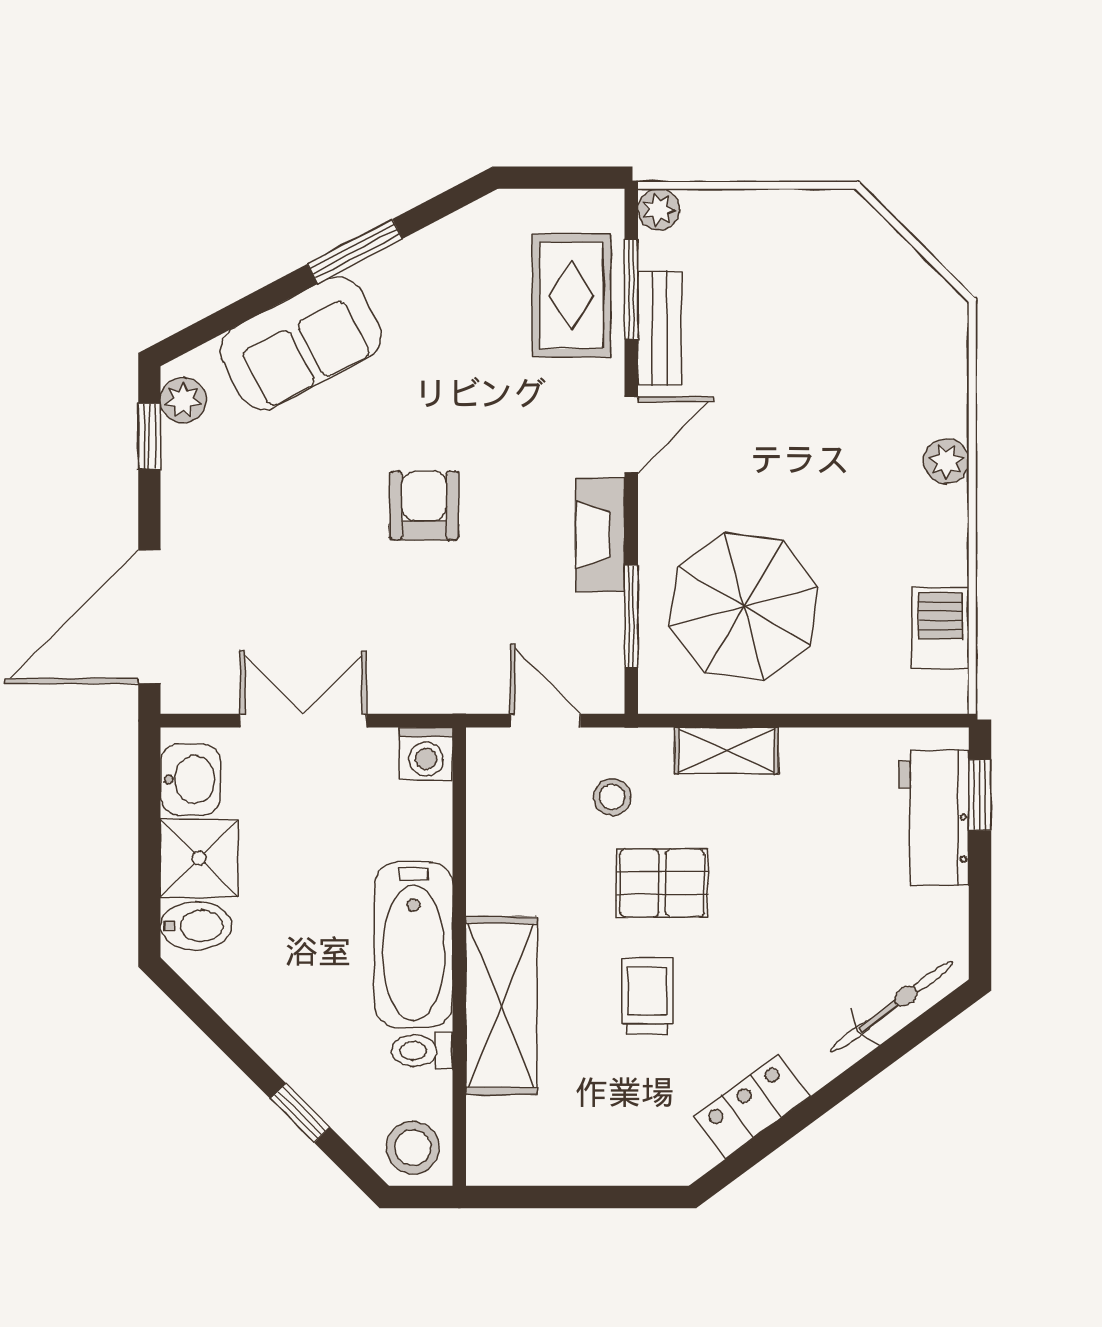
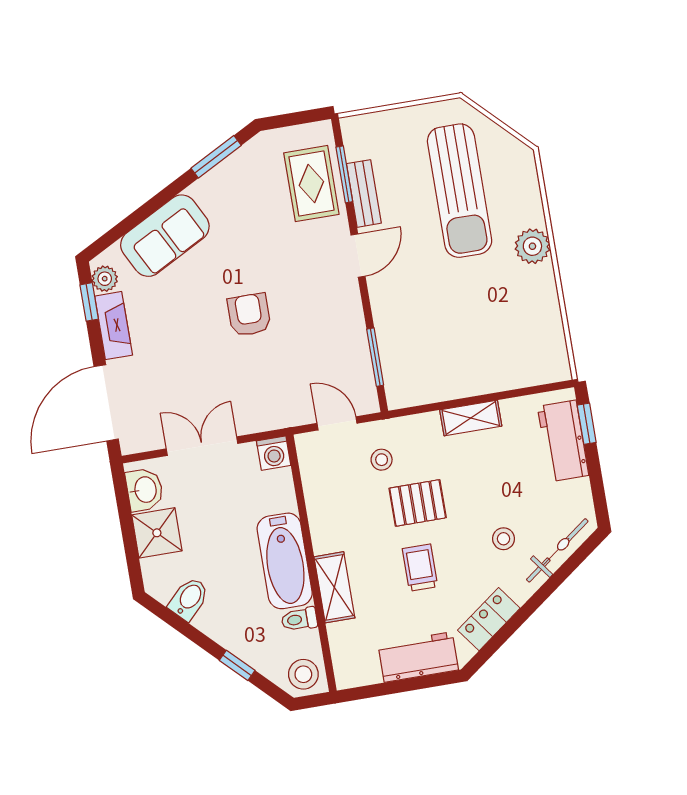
plant: (659, 210) -> (352, 127), removed
window: (355, 251) -> (216, 157), moved
sun lounger: (827, 351) -> (460, 191), added
plant: (946, 461) -> (532, 246), width x1.38, depth x1.38
fireplace: (600, 535) -> (114, 326), moved, turned 180
parasol: (744, 606) -> (437, 341), removed
barbecue: (940, 628) -> (549, 334), removed
shelving: (727, 751) -> (471, 418), moved
bidet: (196, 926) -> (189, 599), moved, turned -45
stool: (801, 971) -> (504, 539), added
shelving: (501, 1006) -> (334, 587), width x0.67, depth x0.75
workbench: (618, 1151) -> (418, 657), added

